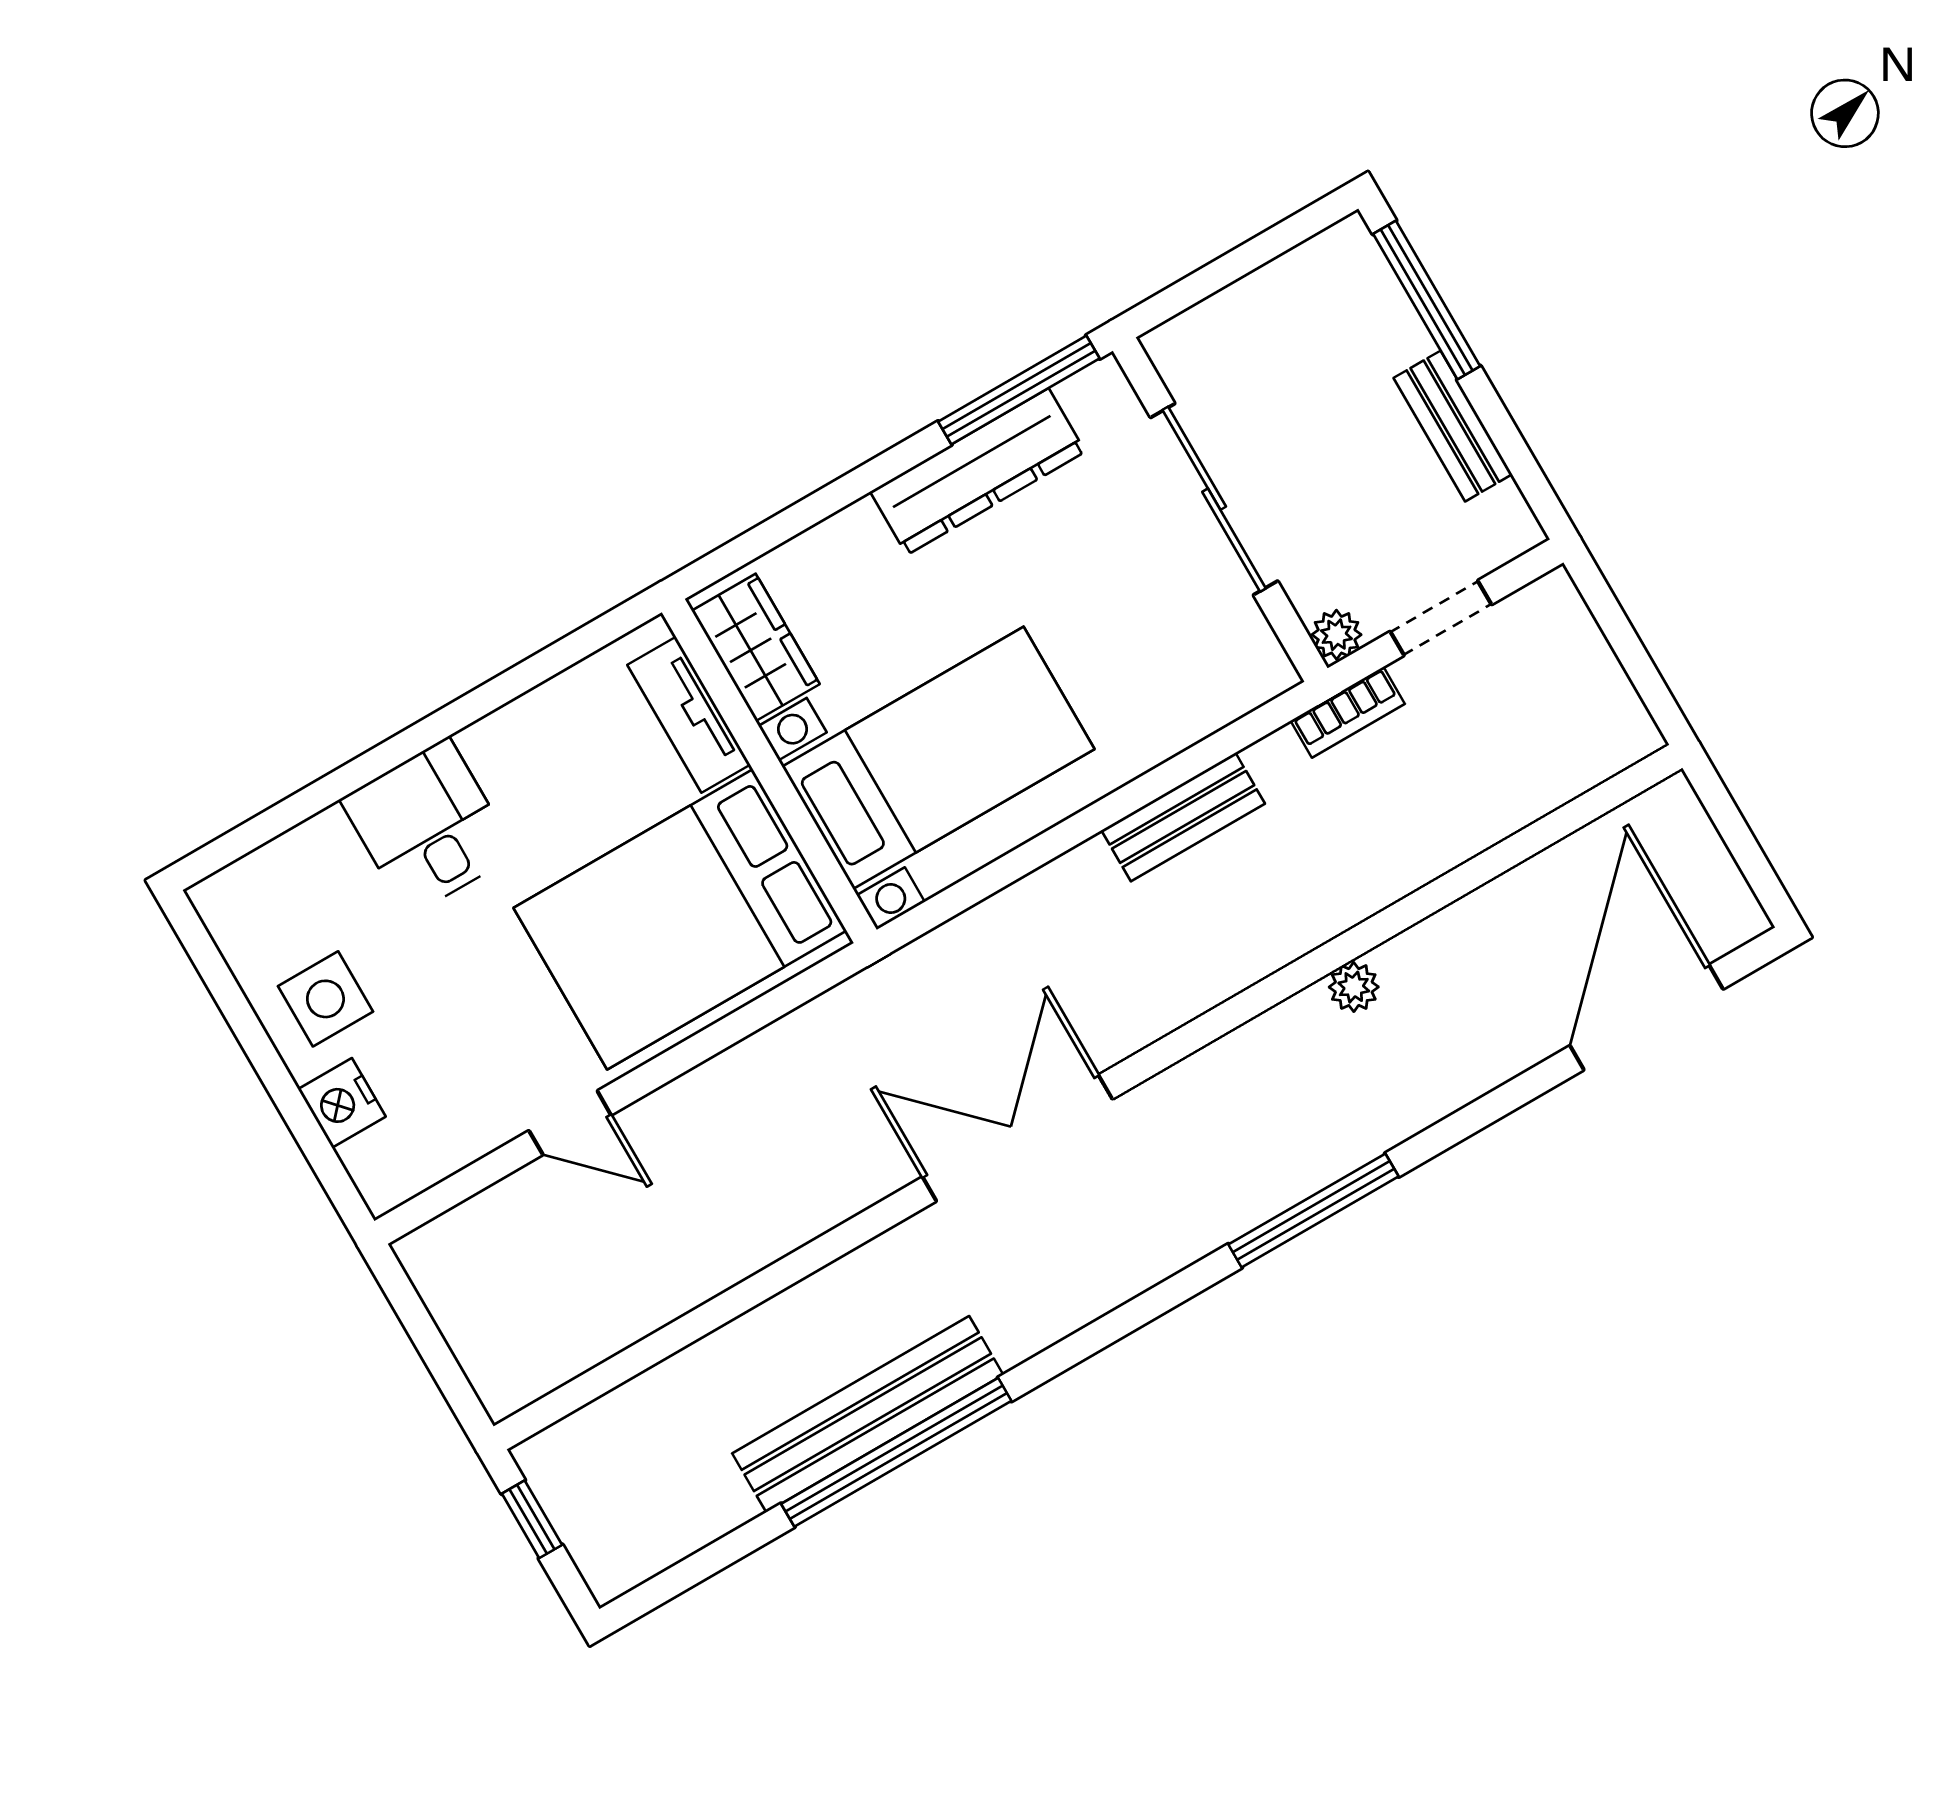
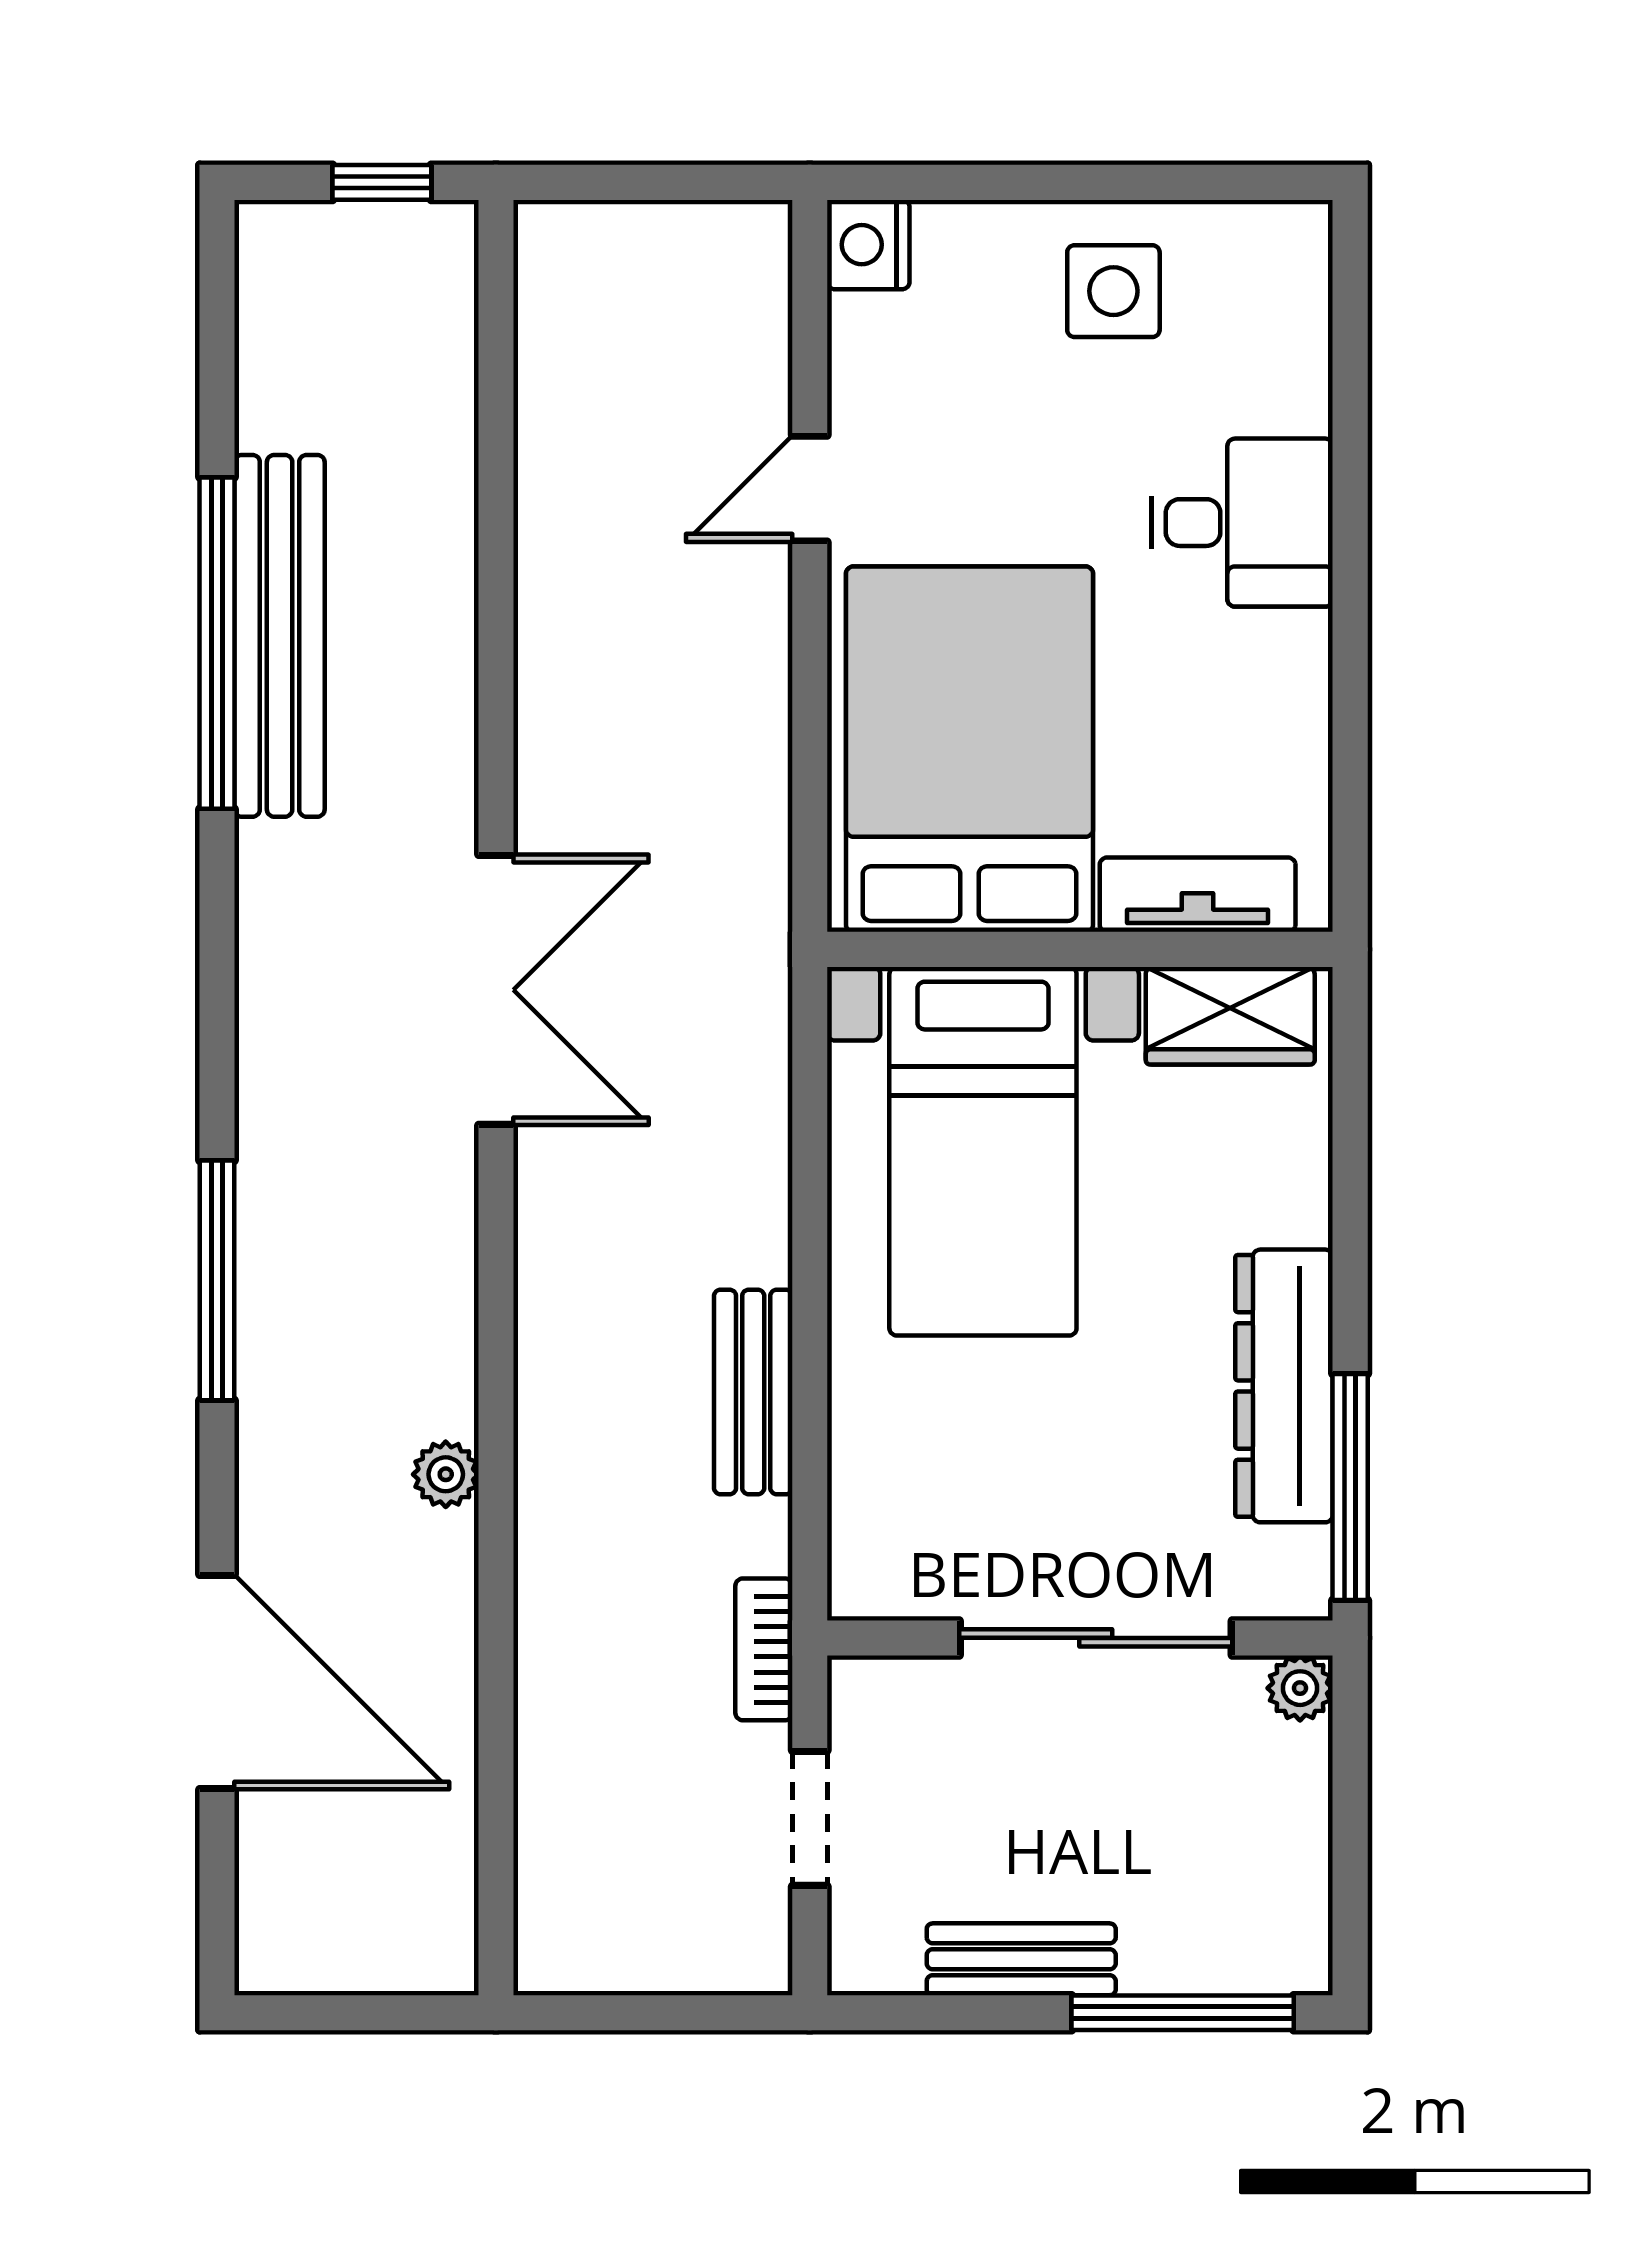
plant: (1337, 635) -> (1300, 1688), moved
door: (1647, 1017) -> (217, 1682), moved
nightstand: (342, 1103) -> (868, 245), moved, turned -90

